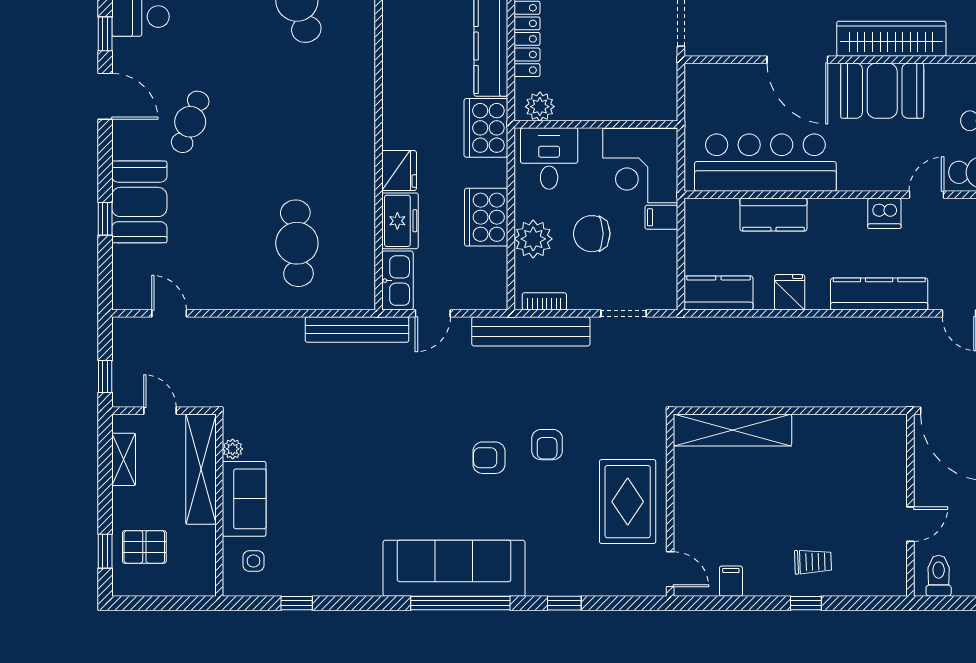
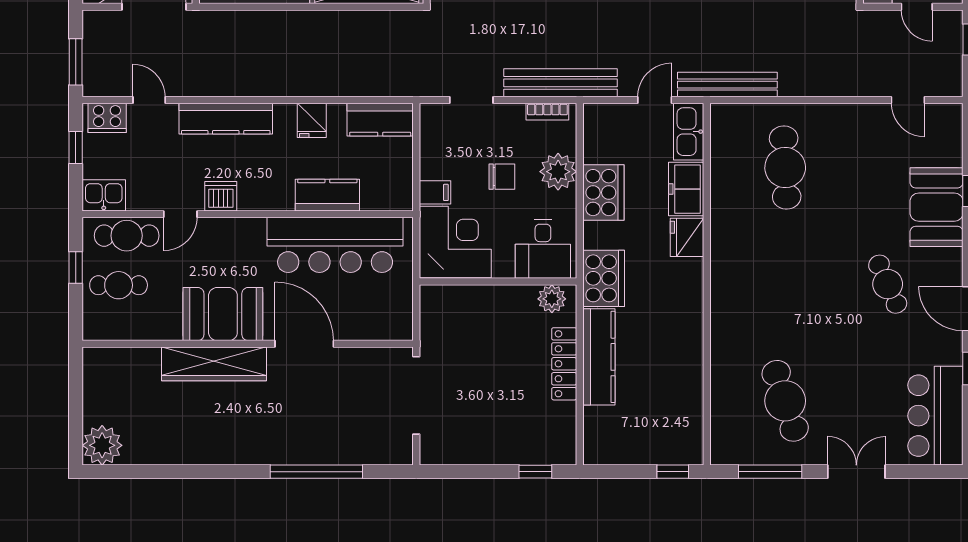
cafe table: (190, 122) -> (888, 284), turned -45
chair: (592, 234) -> (502, 177), width x0.73, depth x0.73

